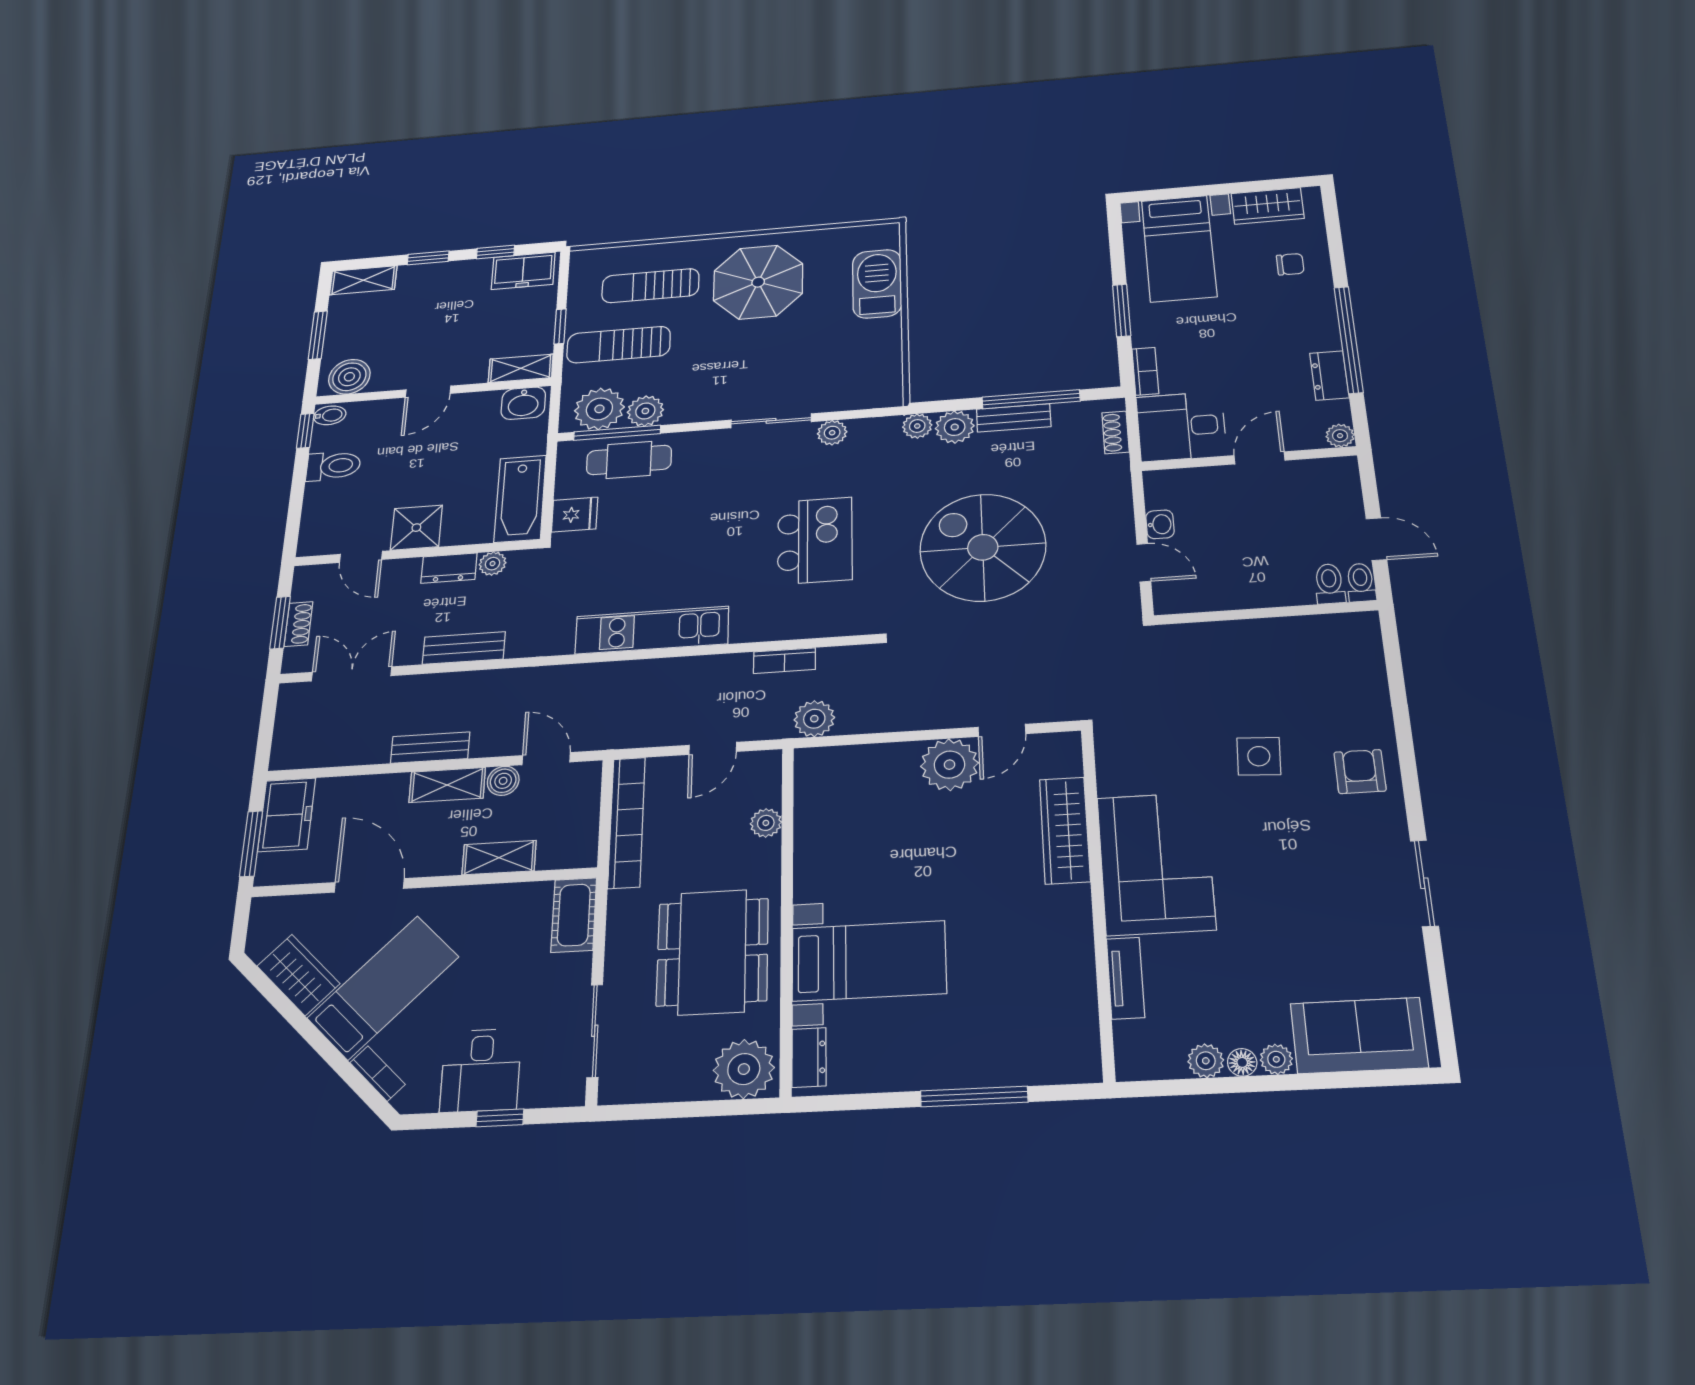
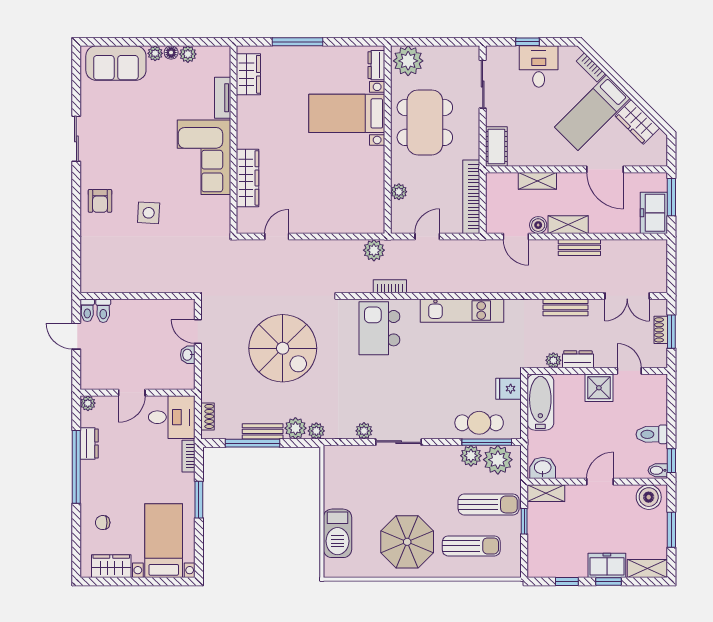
freezer: (523, 271) -> (607, 565), moved
kitchen island: (815, 541) -> (379, 328), moved
plant: (949, 765) -> (304, 219), removed
wardrobe: (1074, 1027) -> (248, 74), added

